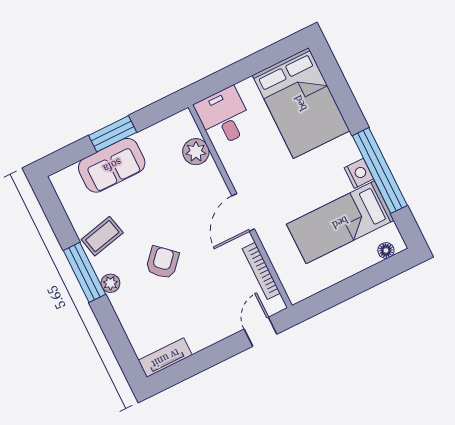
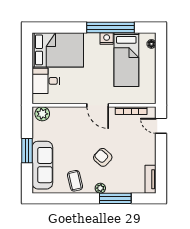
desk: (224, 117) -> (46, 81), moved
plant: (196, 152) -> (42, 114), moved
sofa: (112, 165) -> (42, 165), width x1.36
window: (84, 272) -> (115, 198), moved

